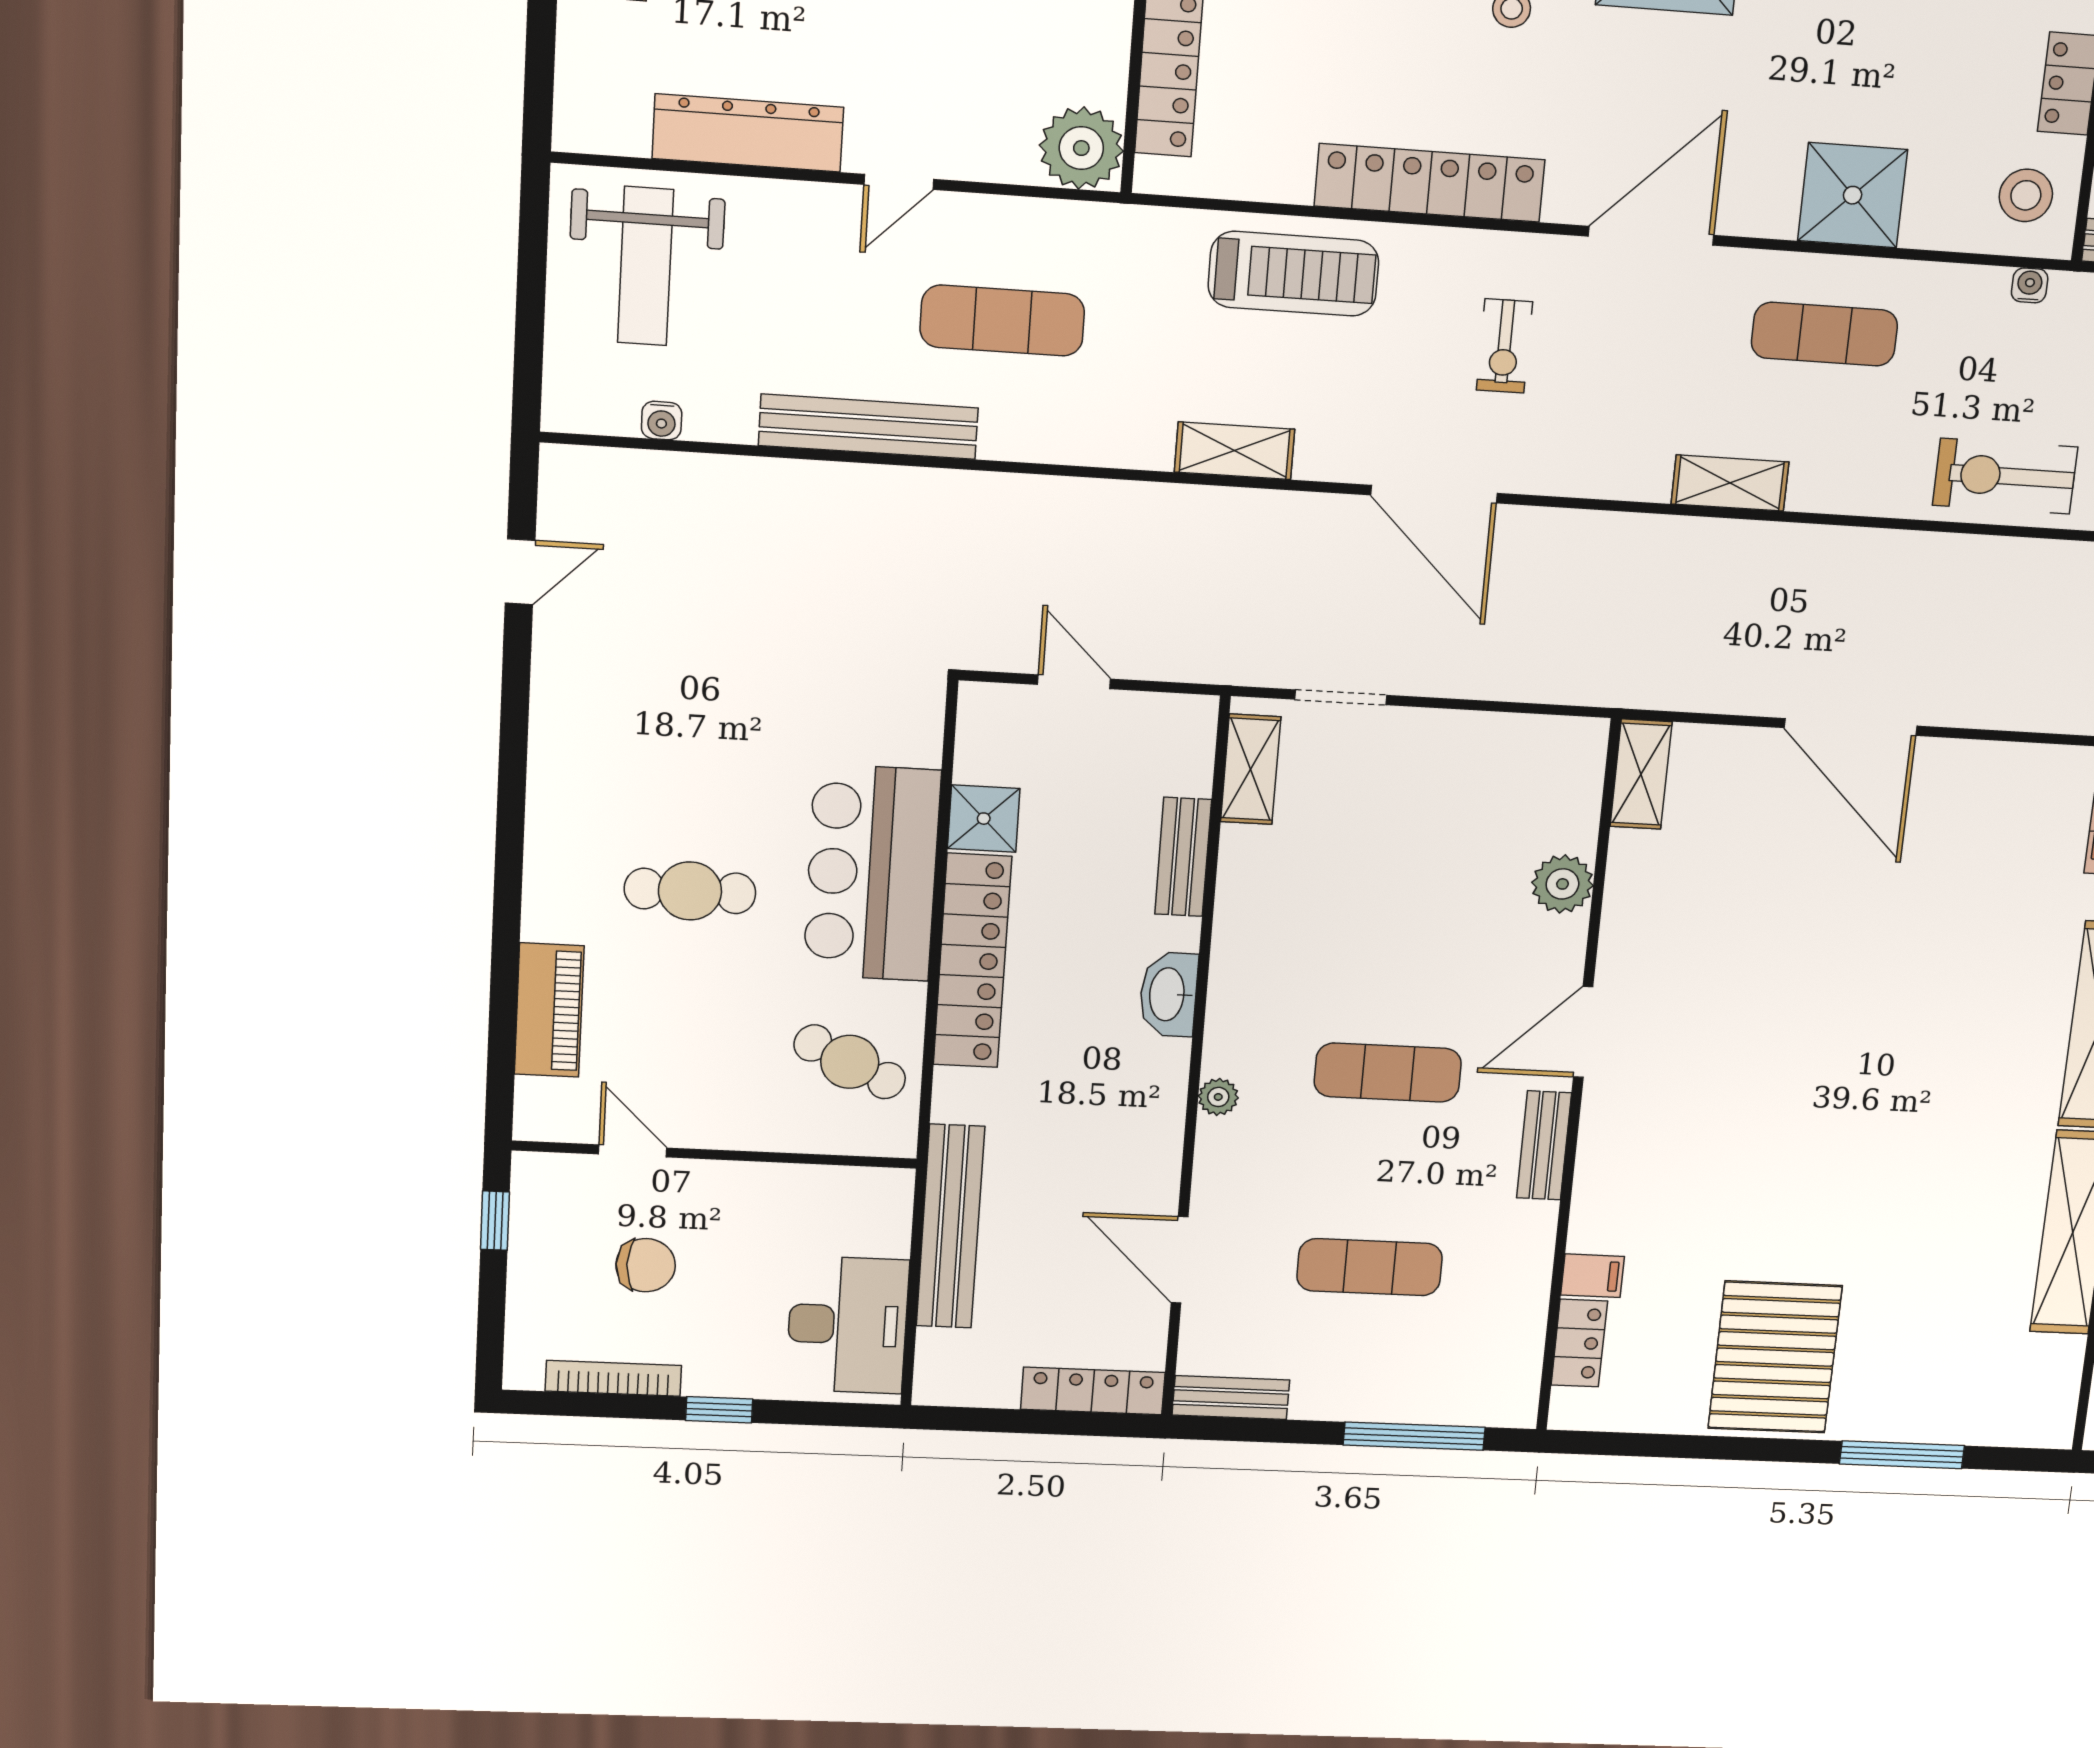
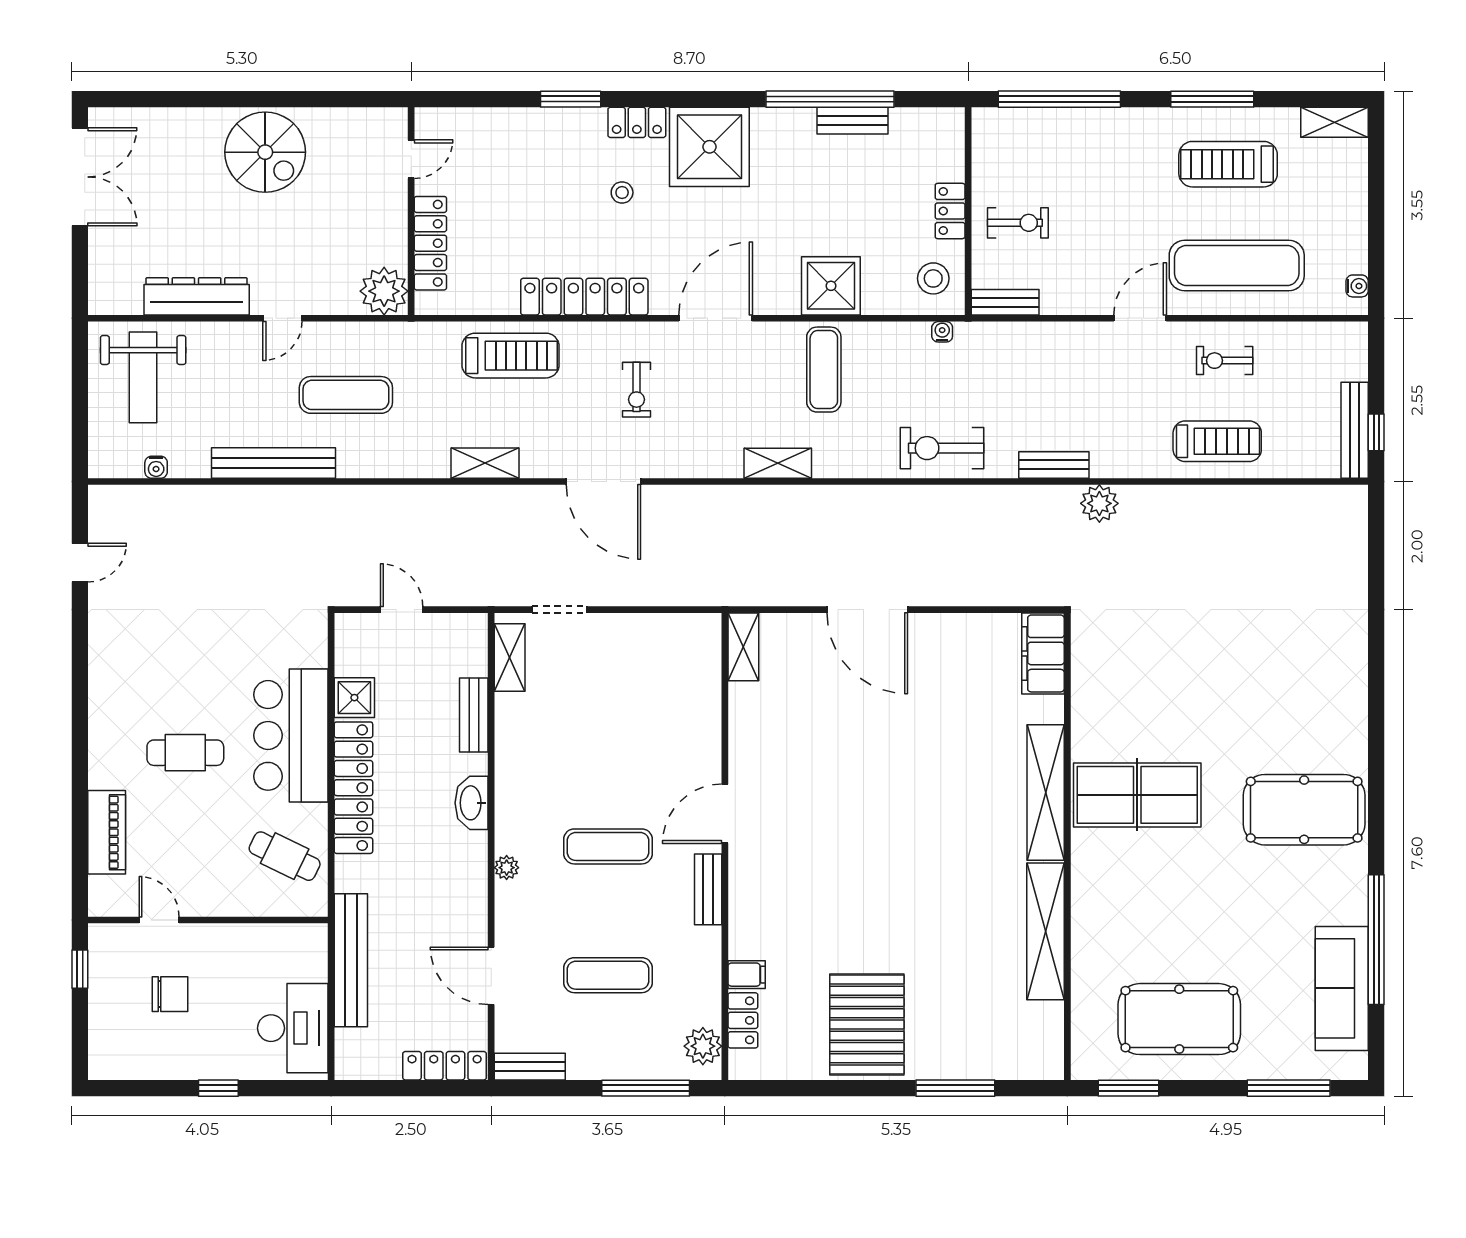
exercise mat: (1824, 334) -> (824, 370), turned 90
plant: (1562, 884) -> (703, 1046), moved
bookcase: (613, 1378) -> (154, 1070), removed

